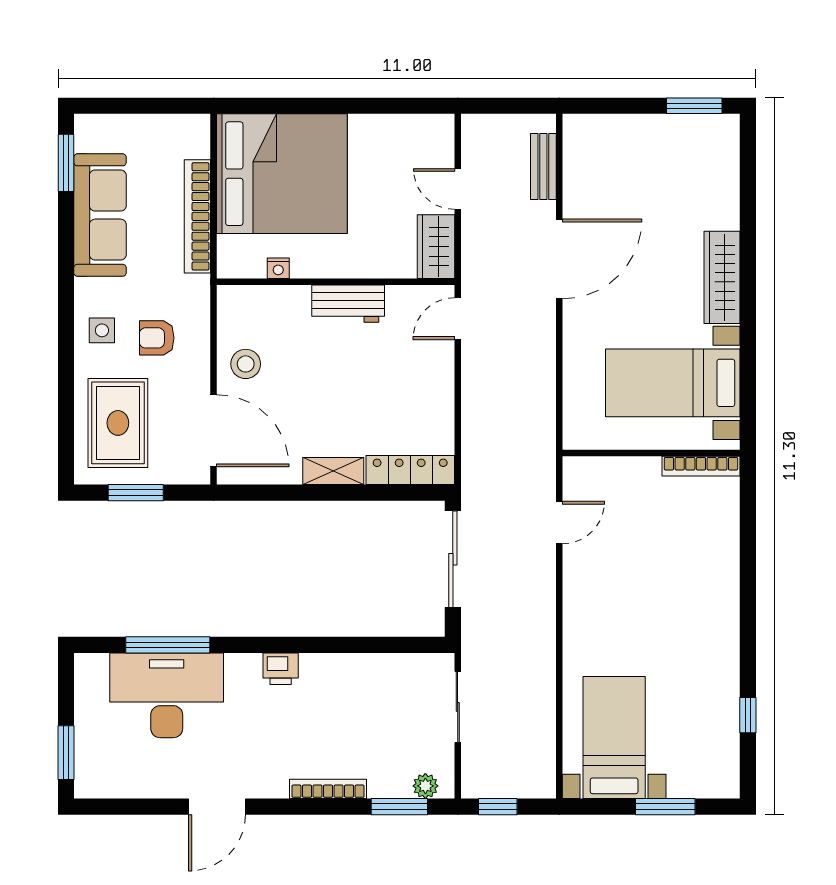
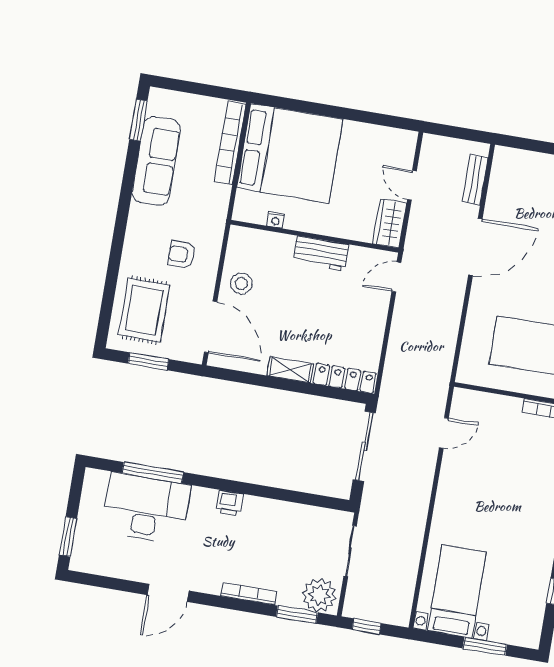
bookcase: (197, 216) -> (230, 143), moved
side table: (102, 330) -> (144, 243), removed
plant: (425, 786) -> (319, 595), width x1.88, depth x1.88

